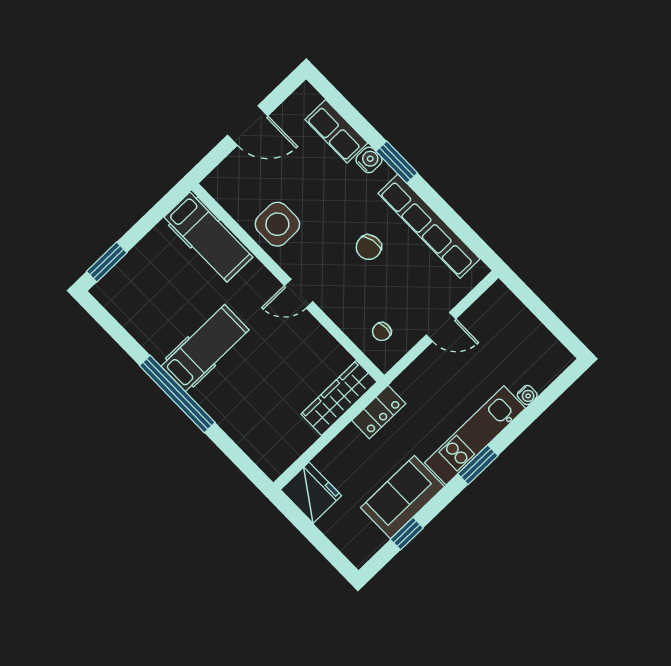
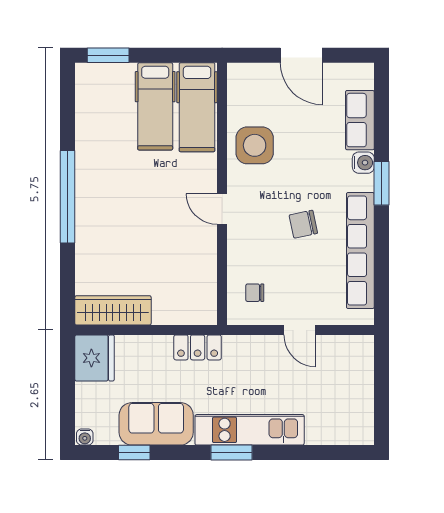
hospital bed: (205, 348) -> (155, 106), moved, turned 90
water cooler: (527, 395) -> (85, 437), moved
wardrobe: (339, 398) -> (113, 310), moved

